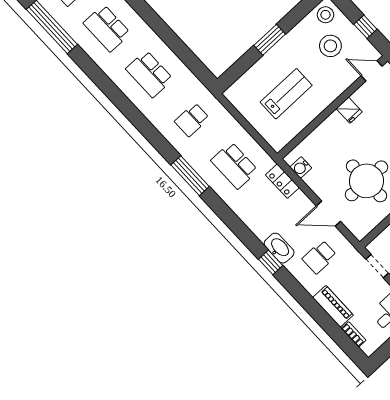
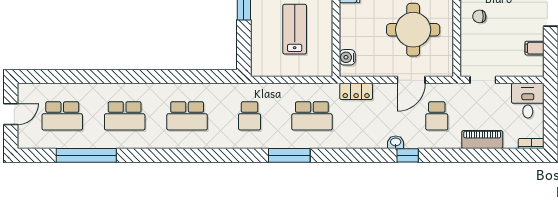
water cooler: (301, 167) -> (347, 57), moved, turned 90
washbasin: (279, 248) -> (396, 142), width x0.52, depth x0.69
bookcase: (354, 334) -> (531, 143), moved

